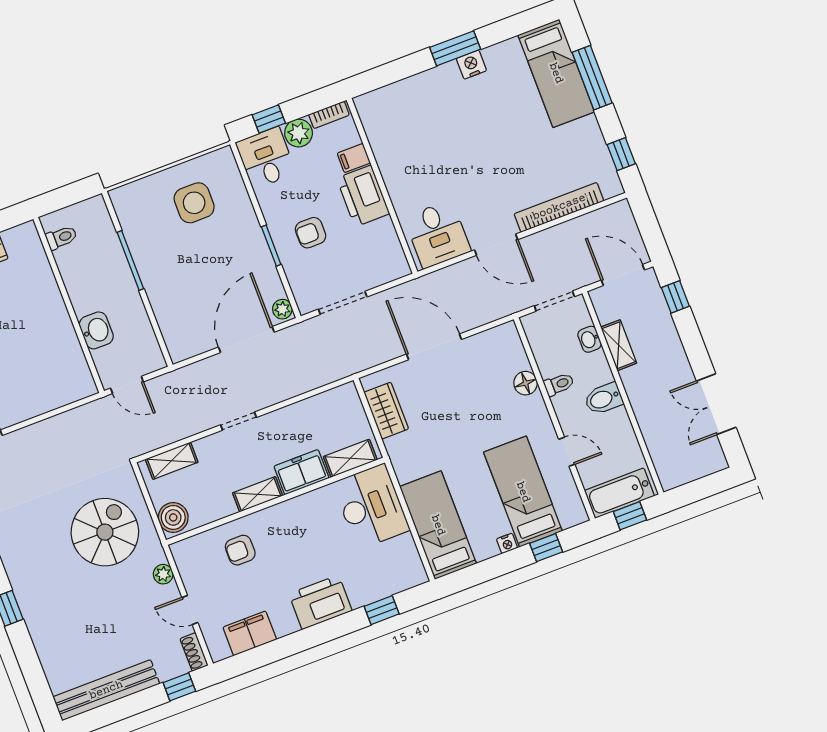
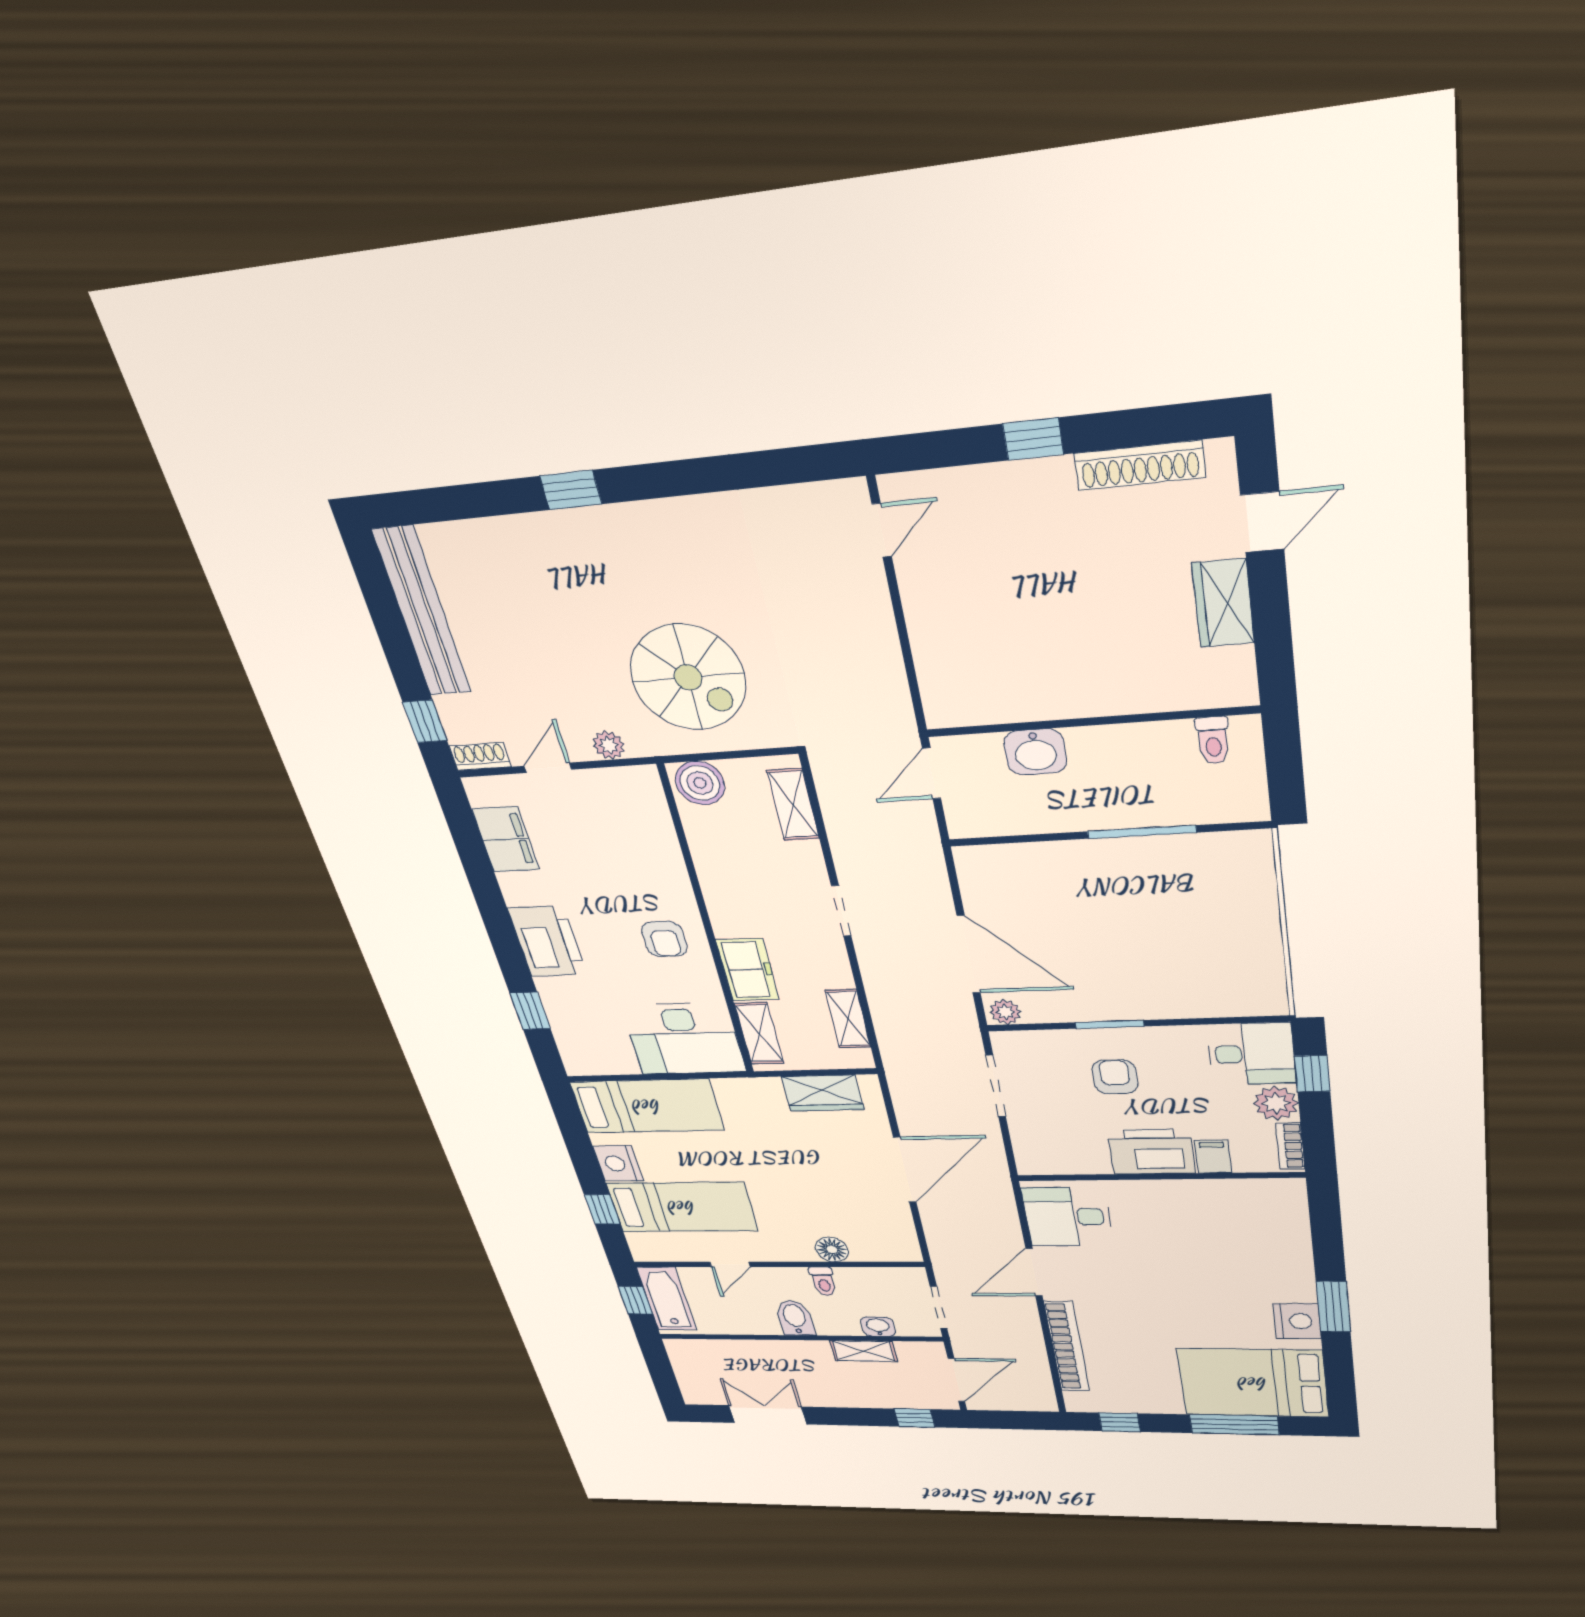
nightstand: (471, 65) -> (1297, 1321), width x1.36, depth x1.33
bed: (556, 73) -> (1253, 1383), width x1.50
side table: (194, 203) -> (1211, 944), removed
shelving: (258, 494) -> (848, 1019), moved
nightstand: (507, 543) -> (618, 1163), width x1.89, depth x1.79
armchair: (240, 550) -> (664, 939), moved, turned 180

